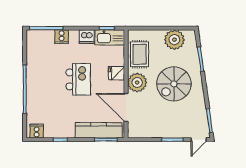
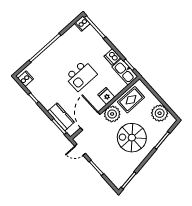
cooker: (62, 37) -> (82, 23), moved
kitchen counter: (99, 130) -> (61, 117), width x0.67
door: (199, 140) -> (80, 150), moved

